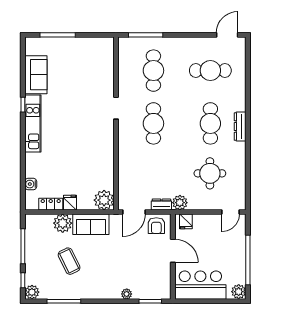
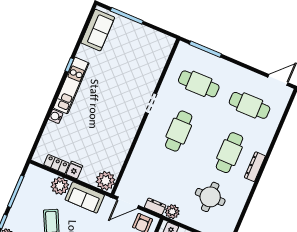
cafe table: (153, 71) -> (199, 84), turned 90
sofa: (36, 75) -> (98, 30), moved
water cooler: (31, 184) -> (56, 116), moved

